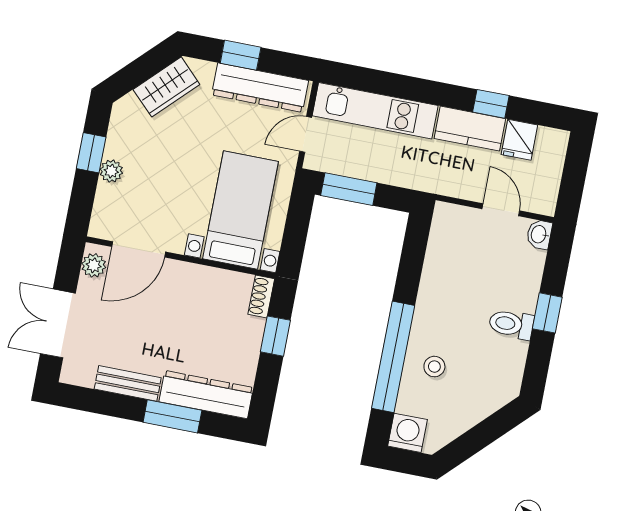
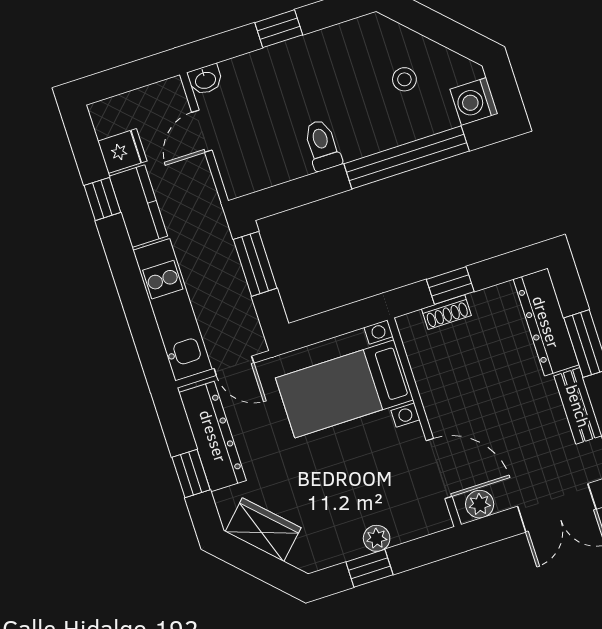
window: (349, 189) -> (255, 264), moved
shoe rack: (261, 297) -> (446, 312), moved
toilet: (511, 324) -> (322, 145), moved, turned 180
stool: (434, 367) -> (404, 79), moved

